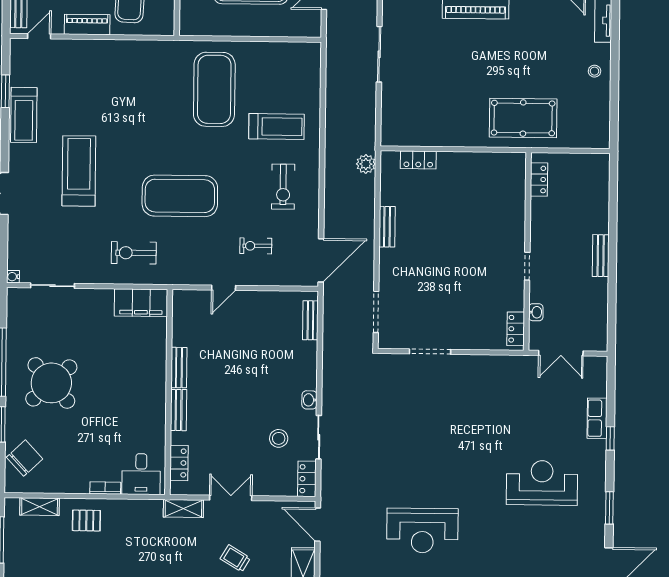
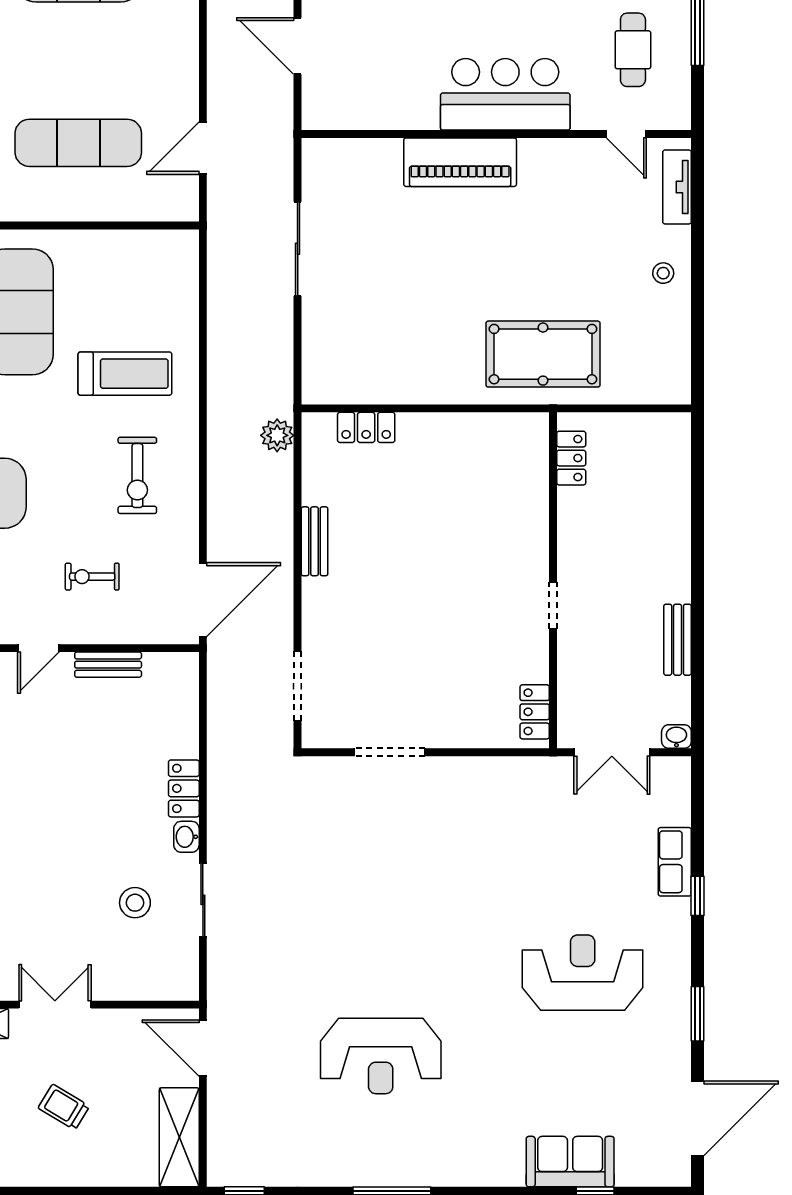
bench: (601, 256) -> (678, 640), moved
washbasin: (536, 312) -> (676, 737), moved, turned -90
bench: (310, 320) -> (108, 665), moved, turned 90
locker: (307, 479) -> (184, 788), moved

